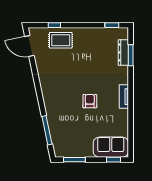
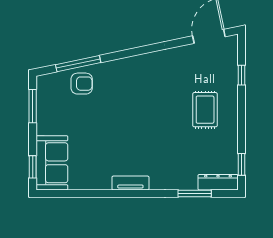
rug: (61, 40) -> (205, 110), moved
dresser: (123, 52) -> (218, 182), moved
armchair: (90, 101) -> (82, 84), moved

